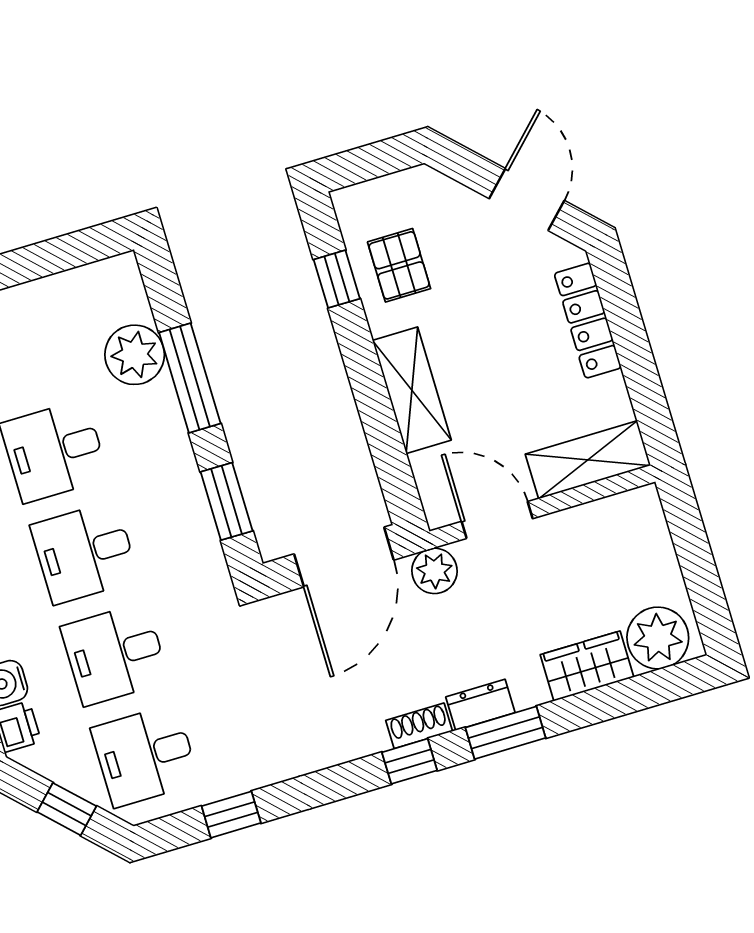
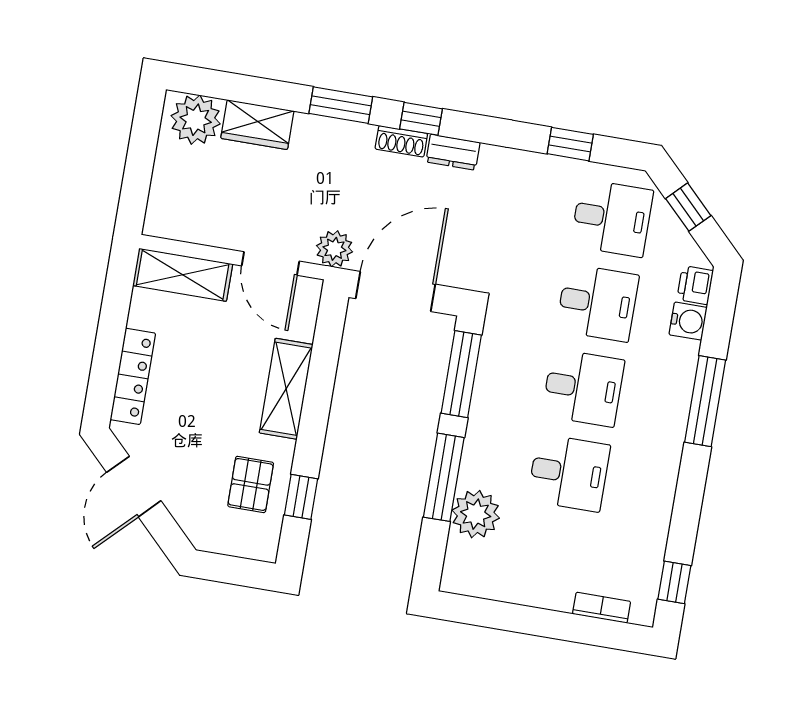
window: (227, 501) -> (461, 374), width x1.44
dresser: (480, 705) -> (453, 152), moved

